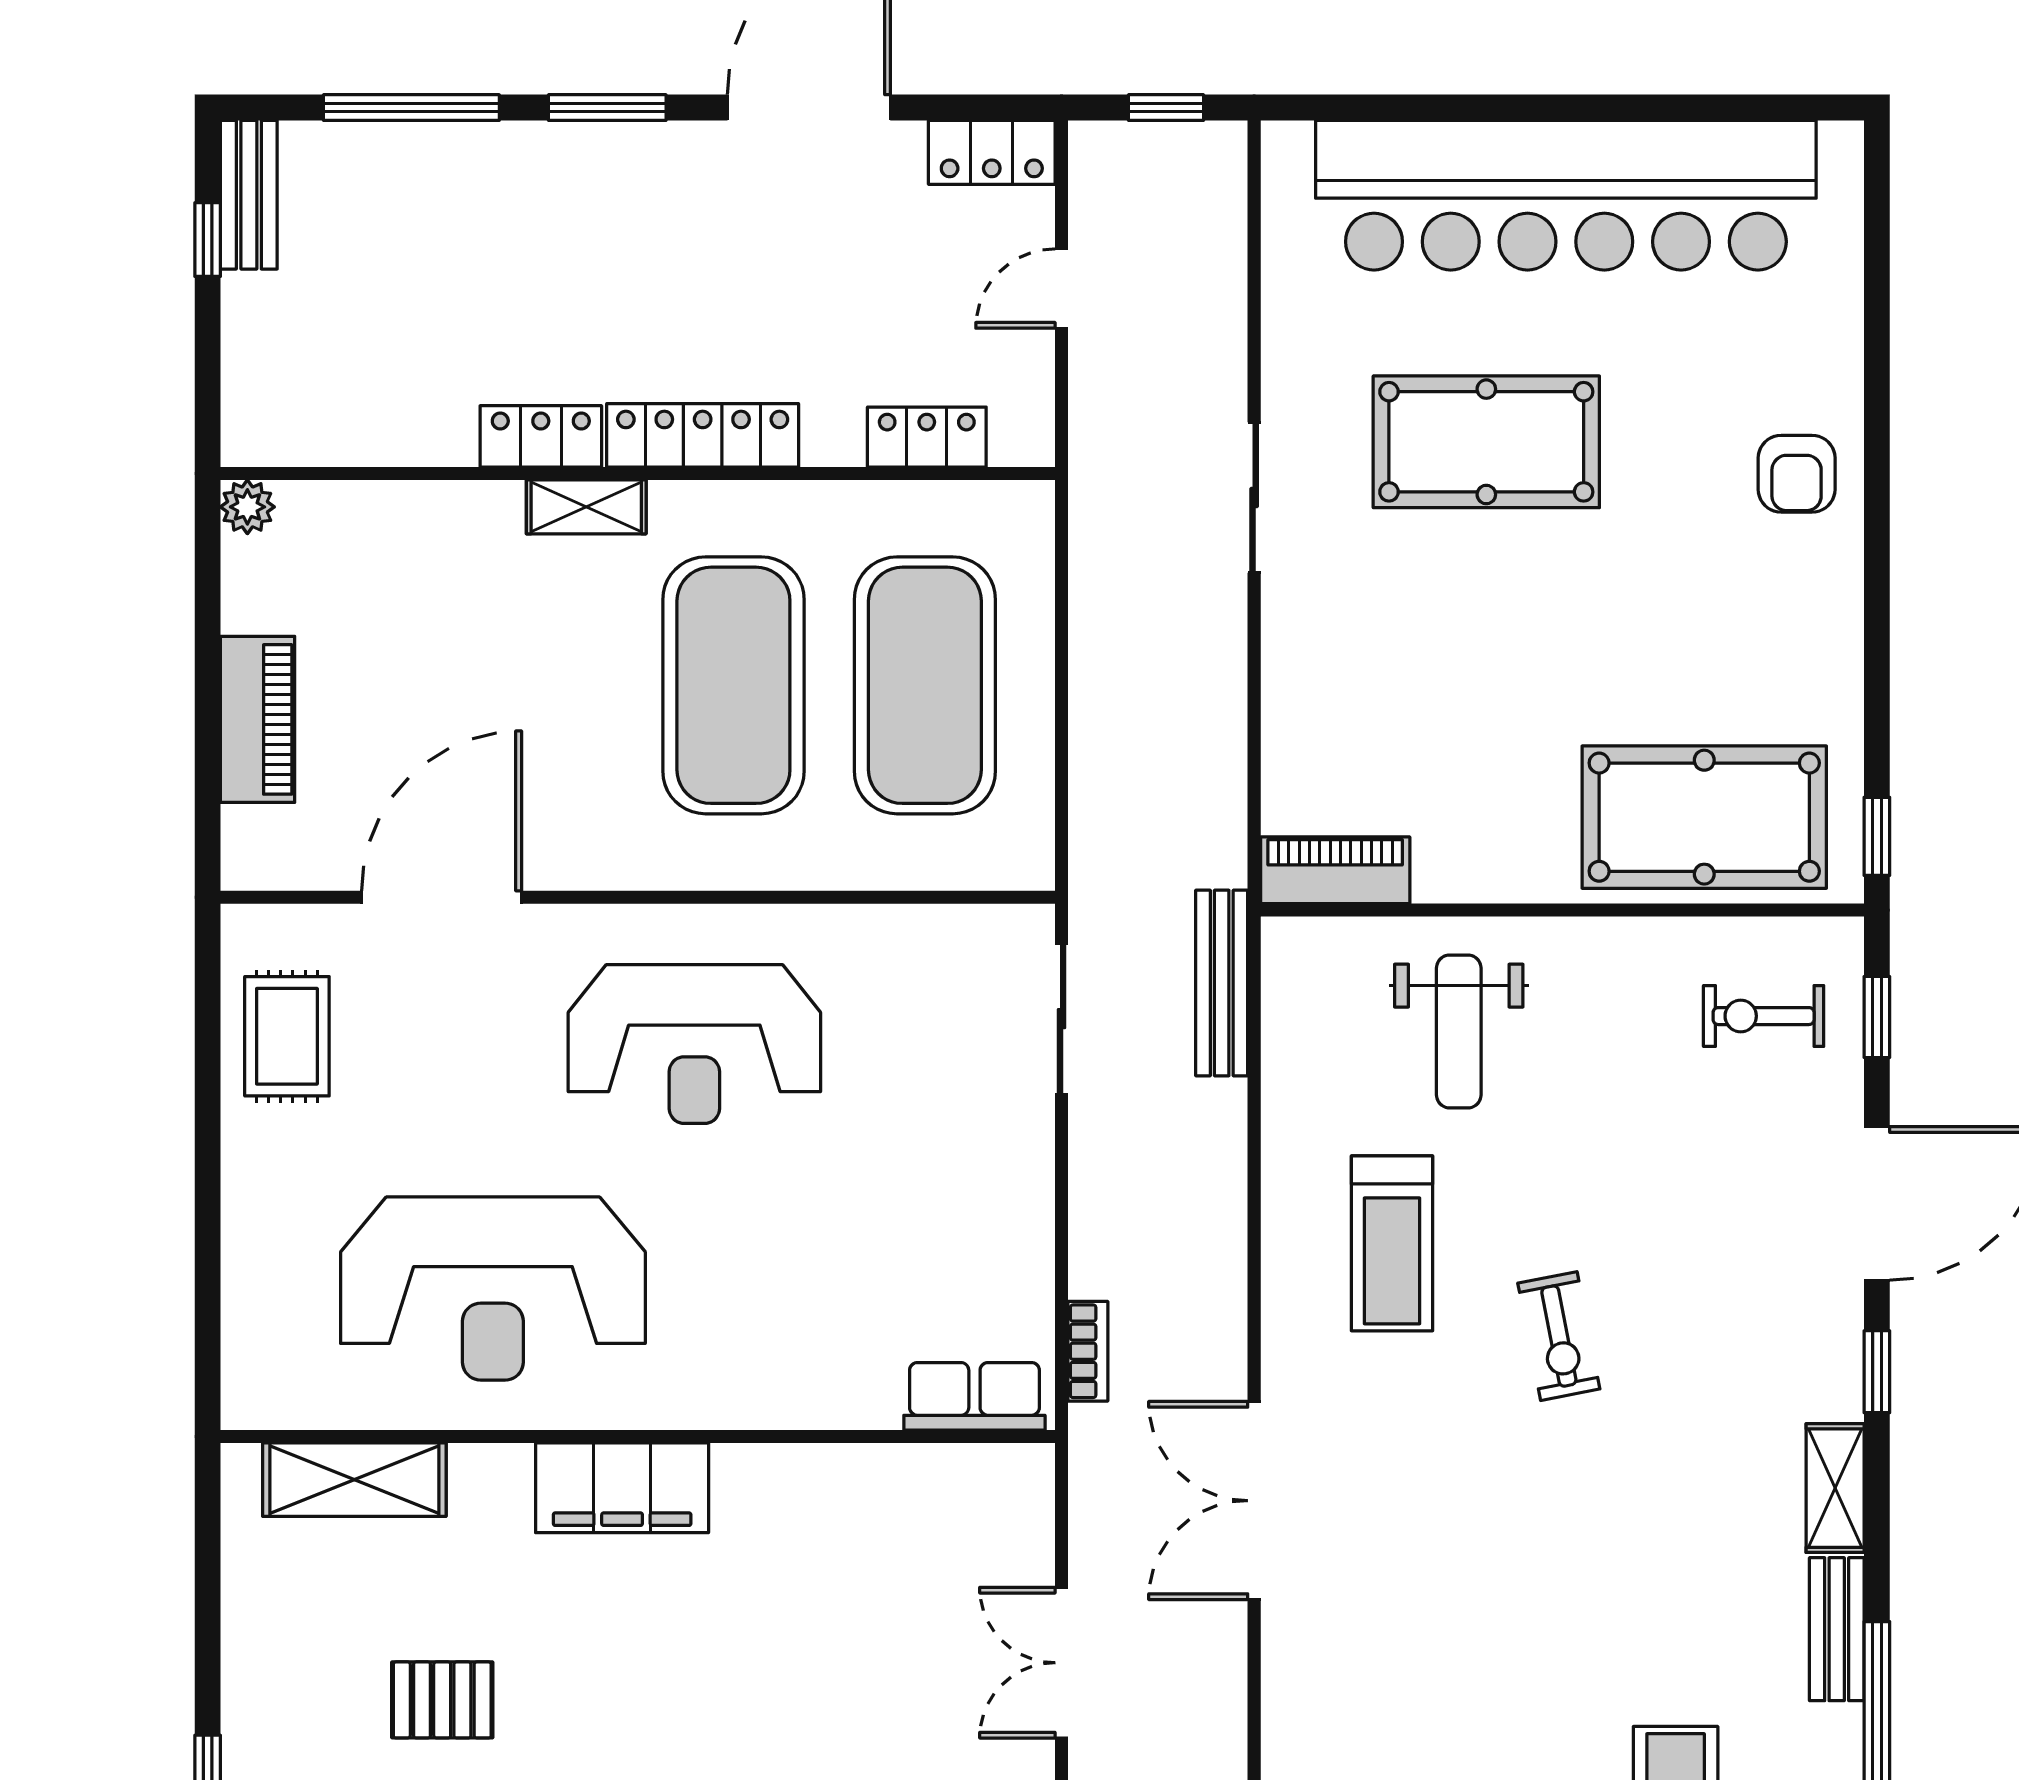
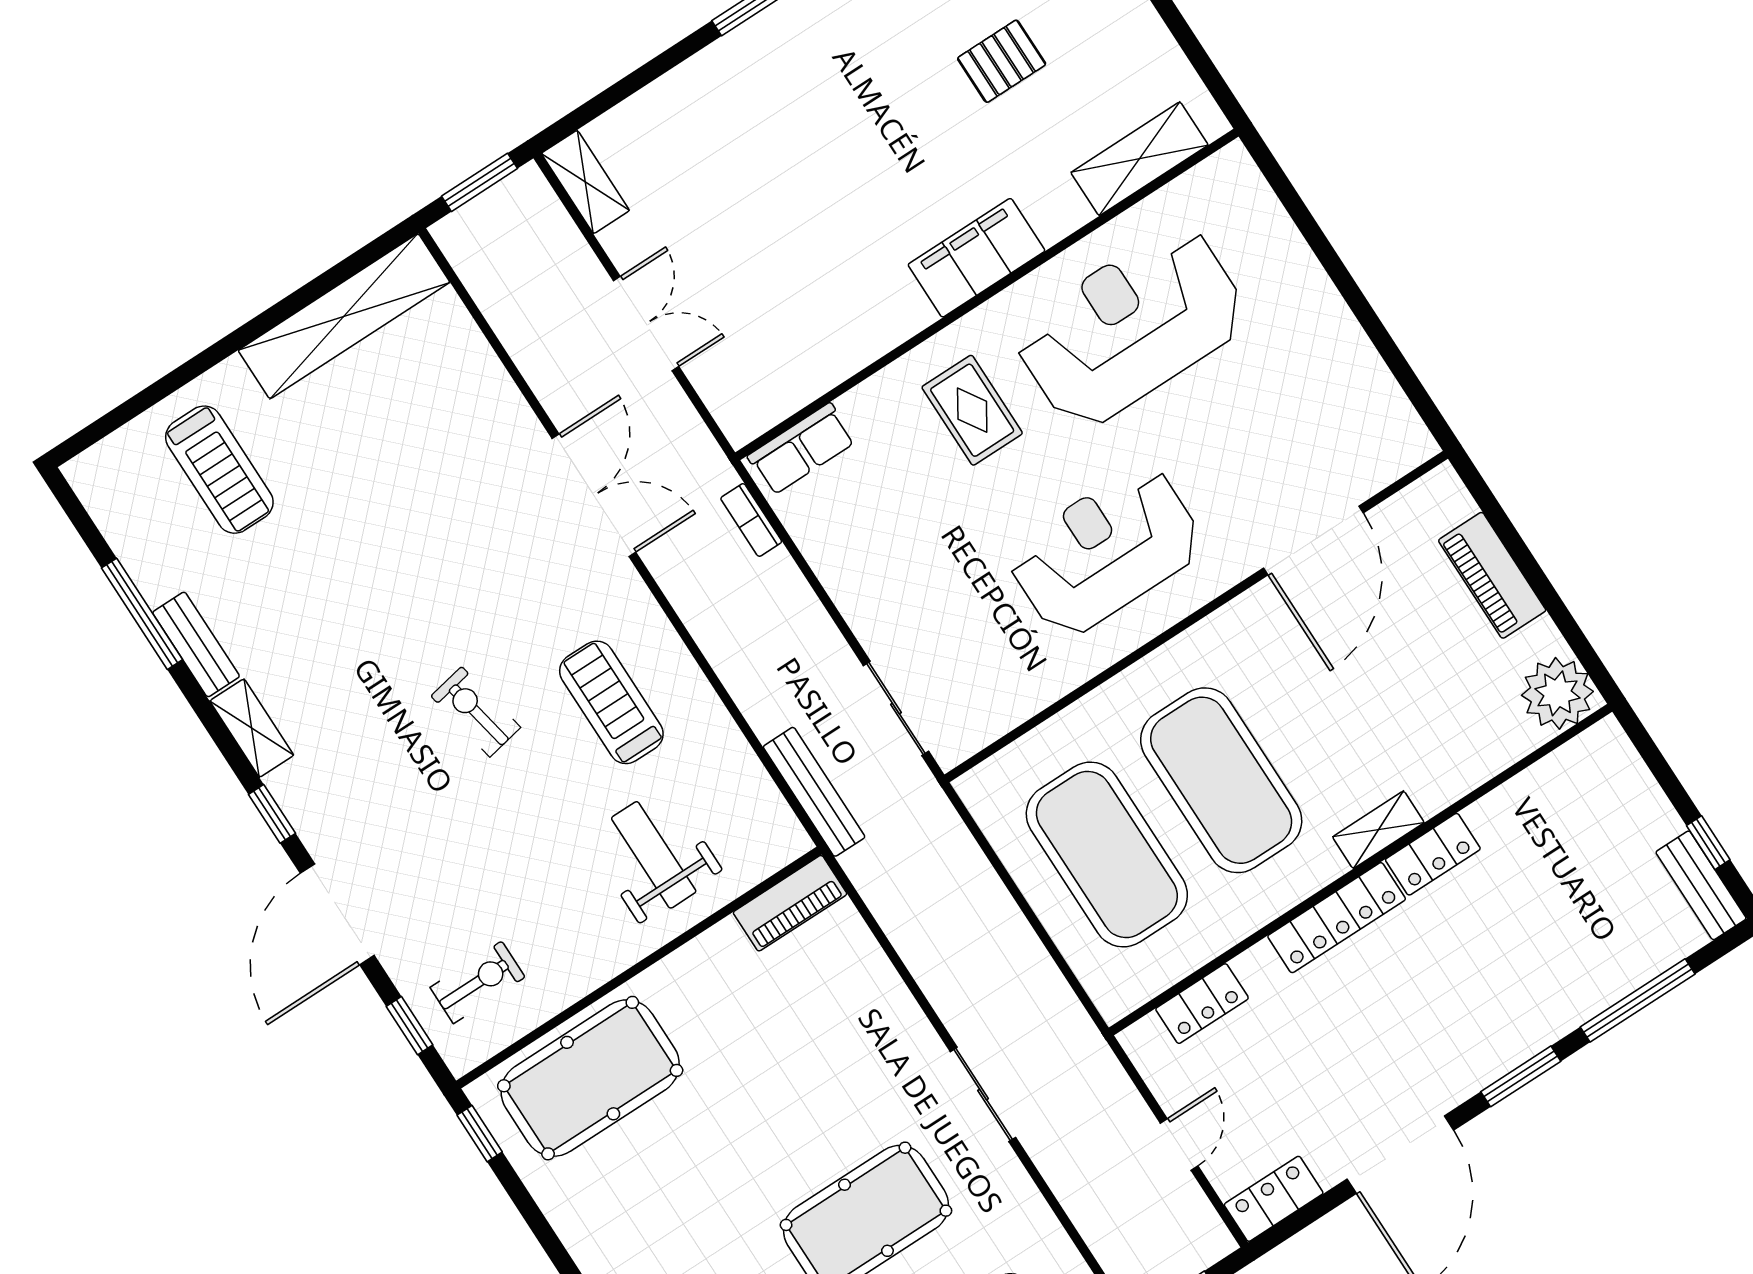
plant: (247, 507) -> (1557, 693), width x1.88, depth x1.88
rug: (287, 1036) -> (972, 410), moved

